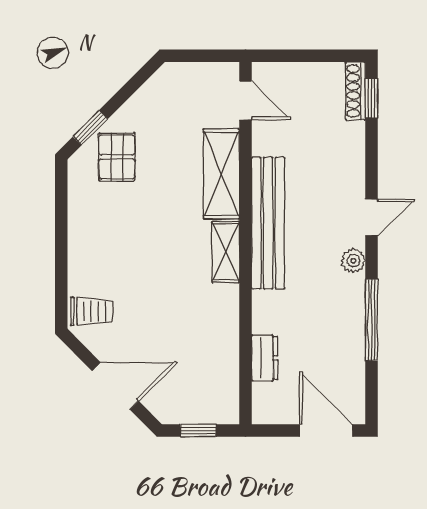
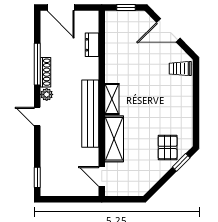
shoe rack: (355, 91) -> (46, 72), moved
door: (371, 217) -> (37, 117), hinge flipped

